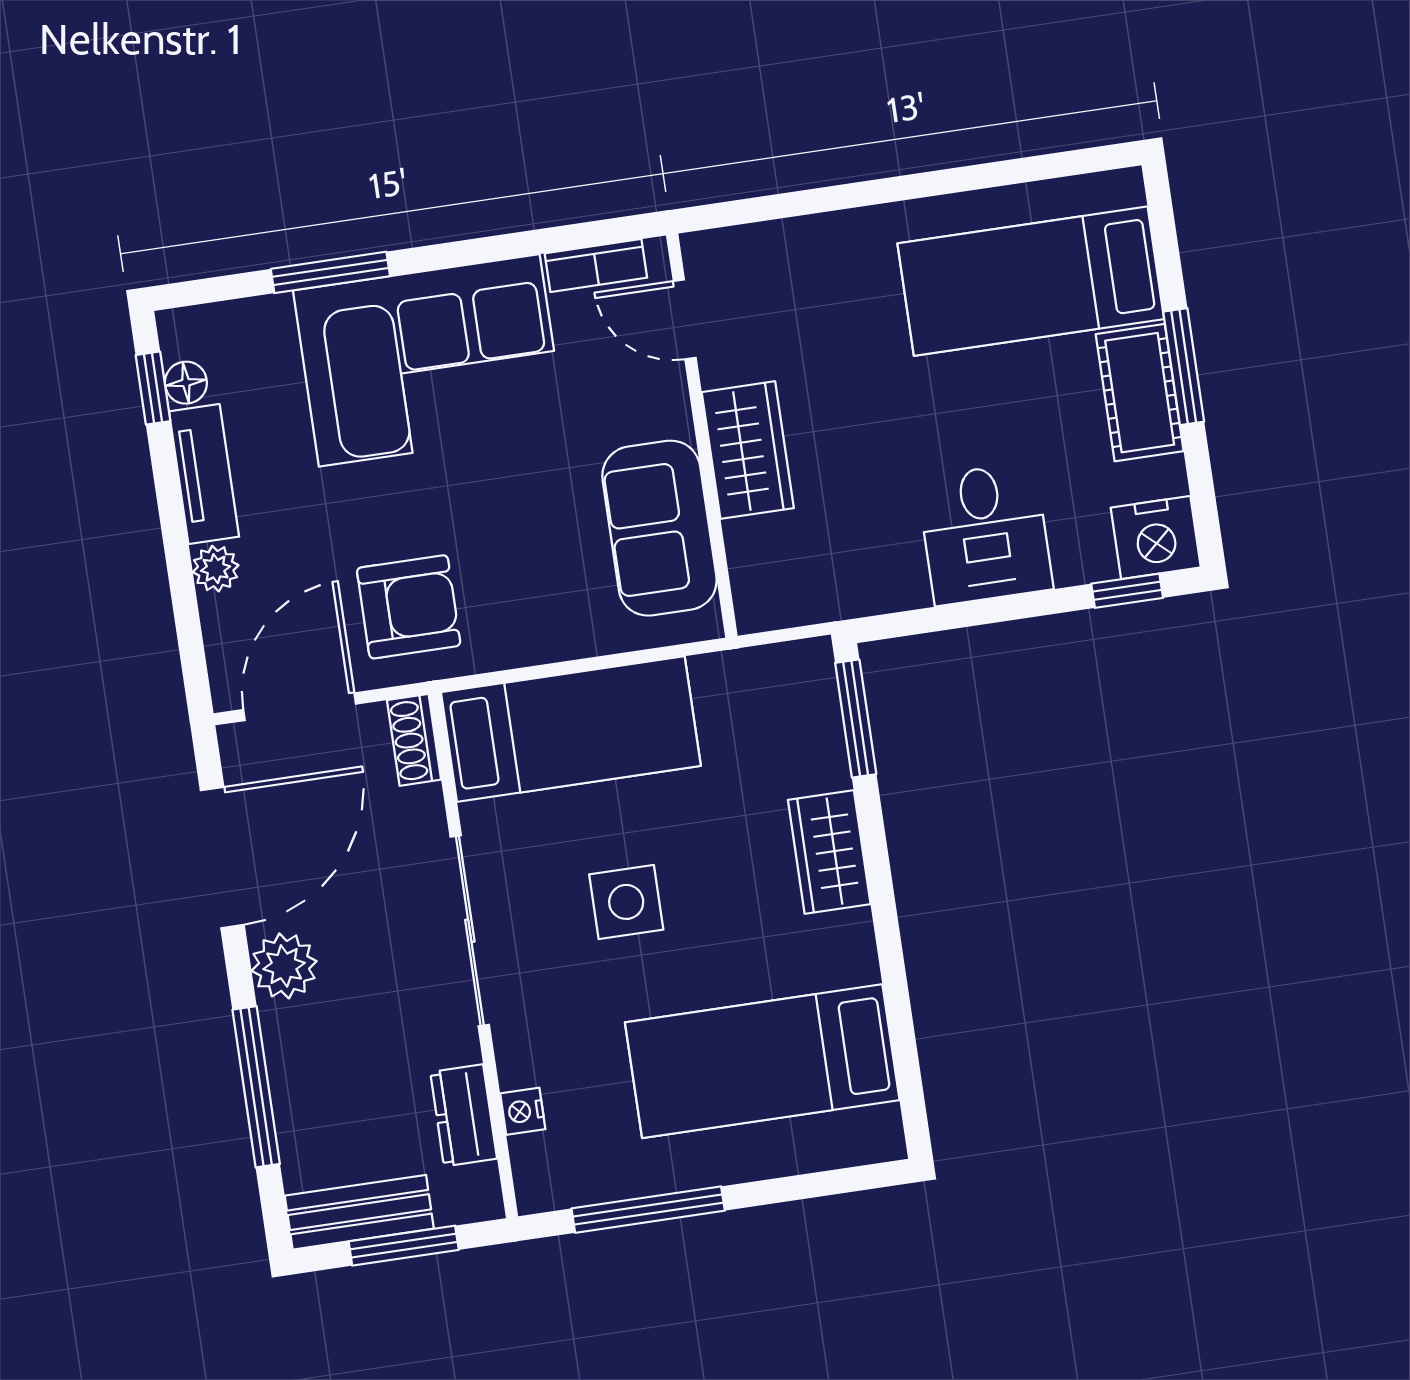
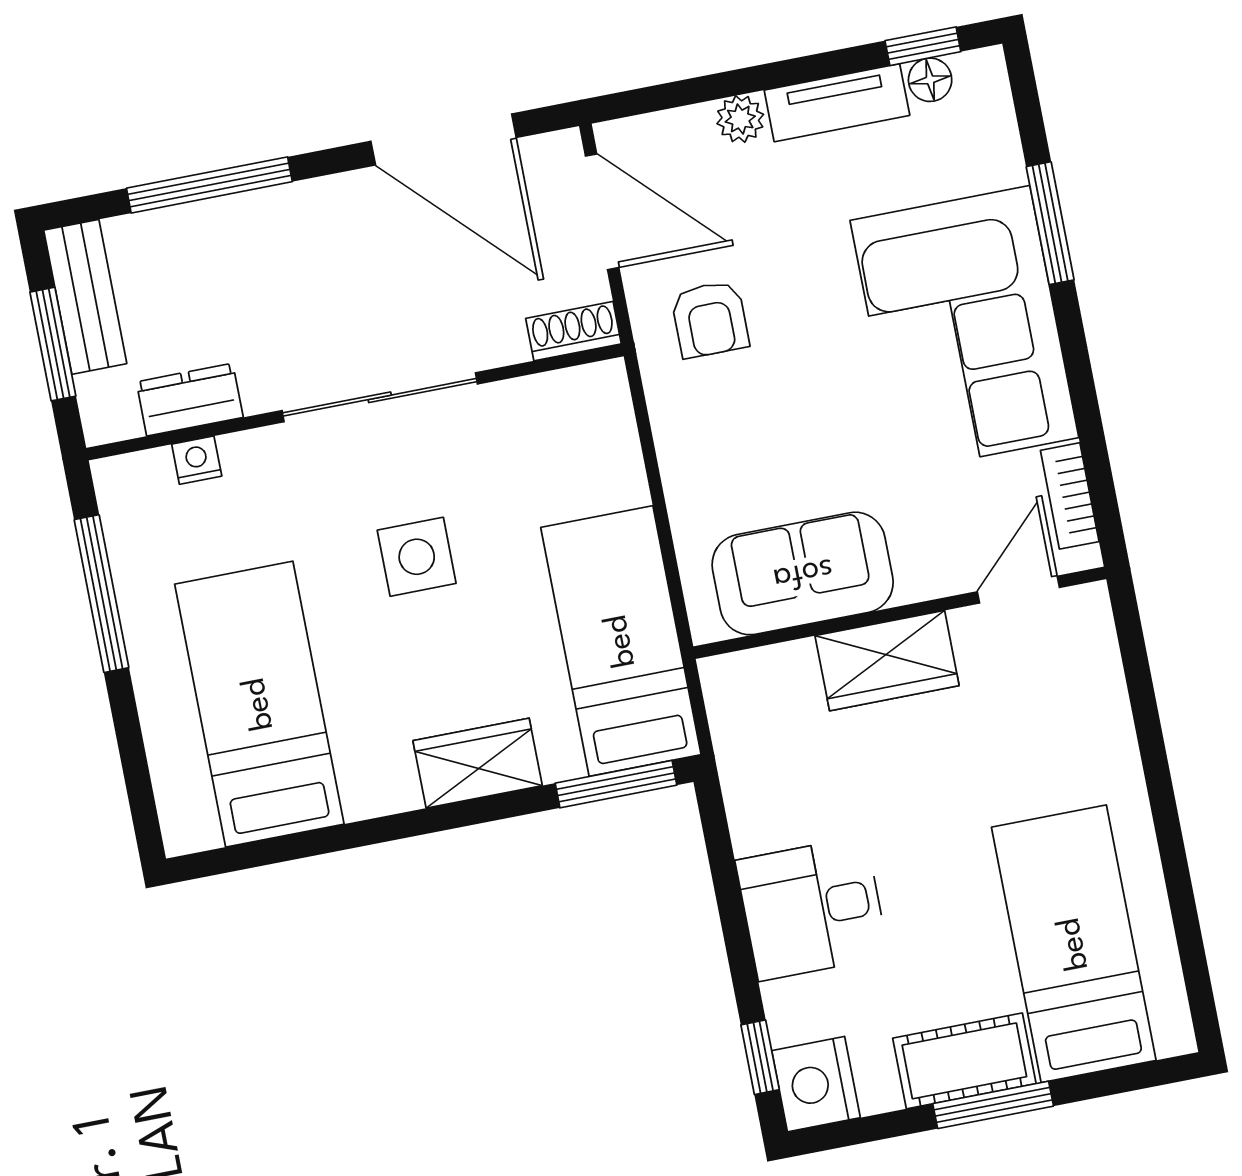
armchair: (409, 607) -> (710, 319), width x0.72, depth x0.72
bed: (571, 729) -> (621, 641), moved, turned 180
plant: (284, 966) -> (335, 208), removed

